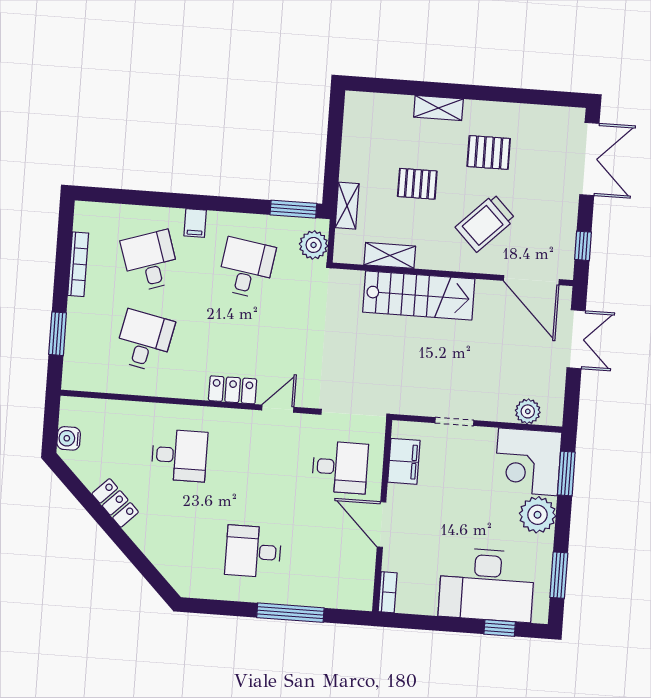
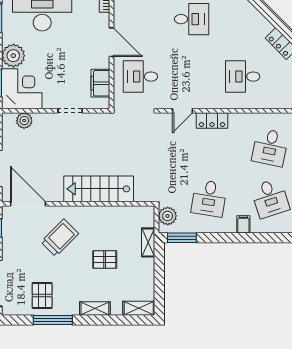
window: (506, 95) -> (53, 320), added
pallet: (489, 152) -> (42, 296), moved, turned 90
shelving: (390, 255) -> (139, 308), moved

